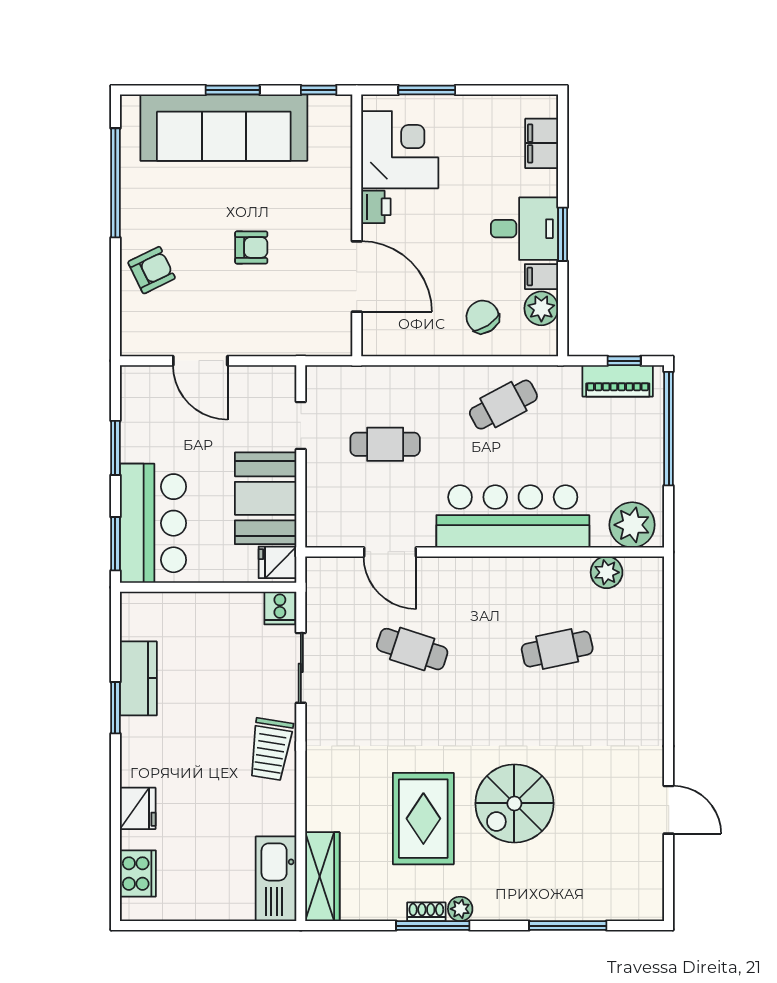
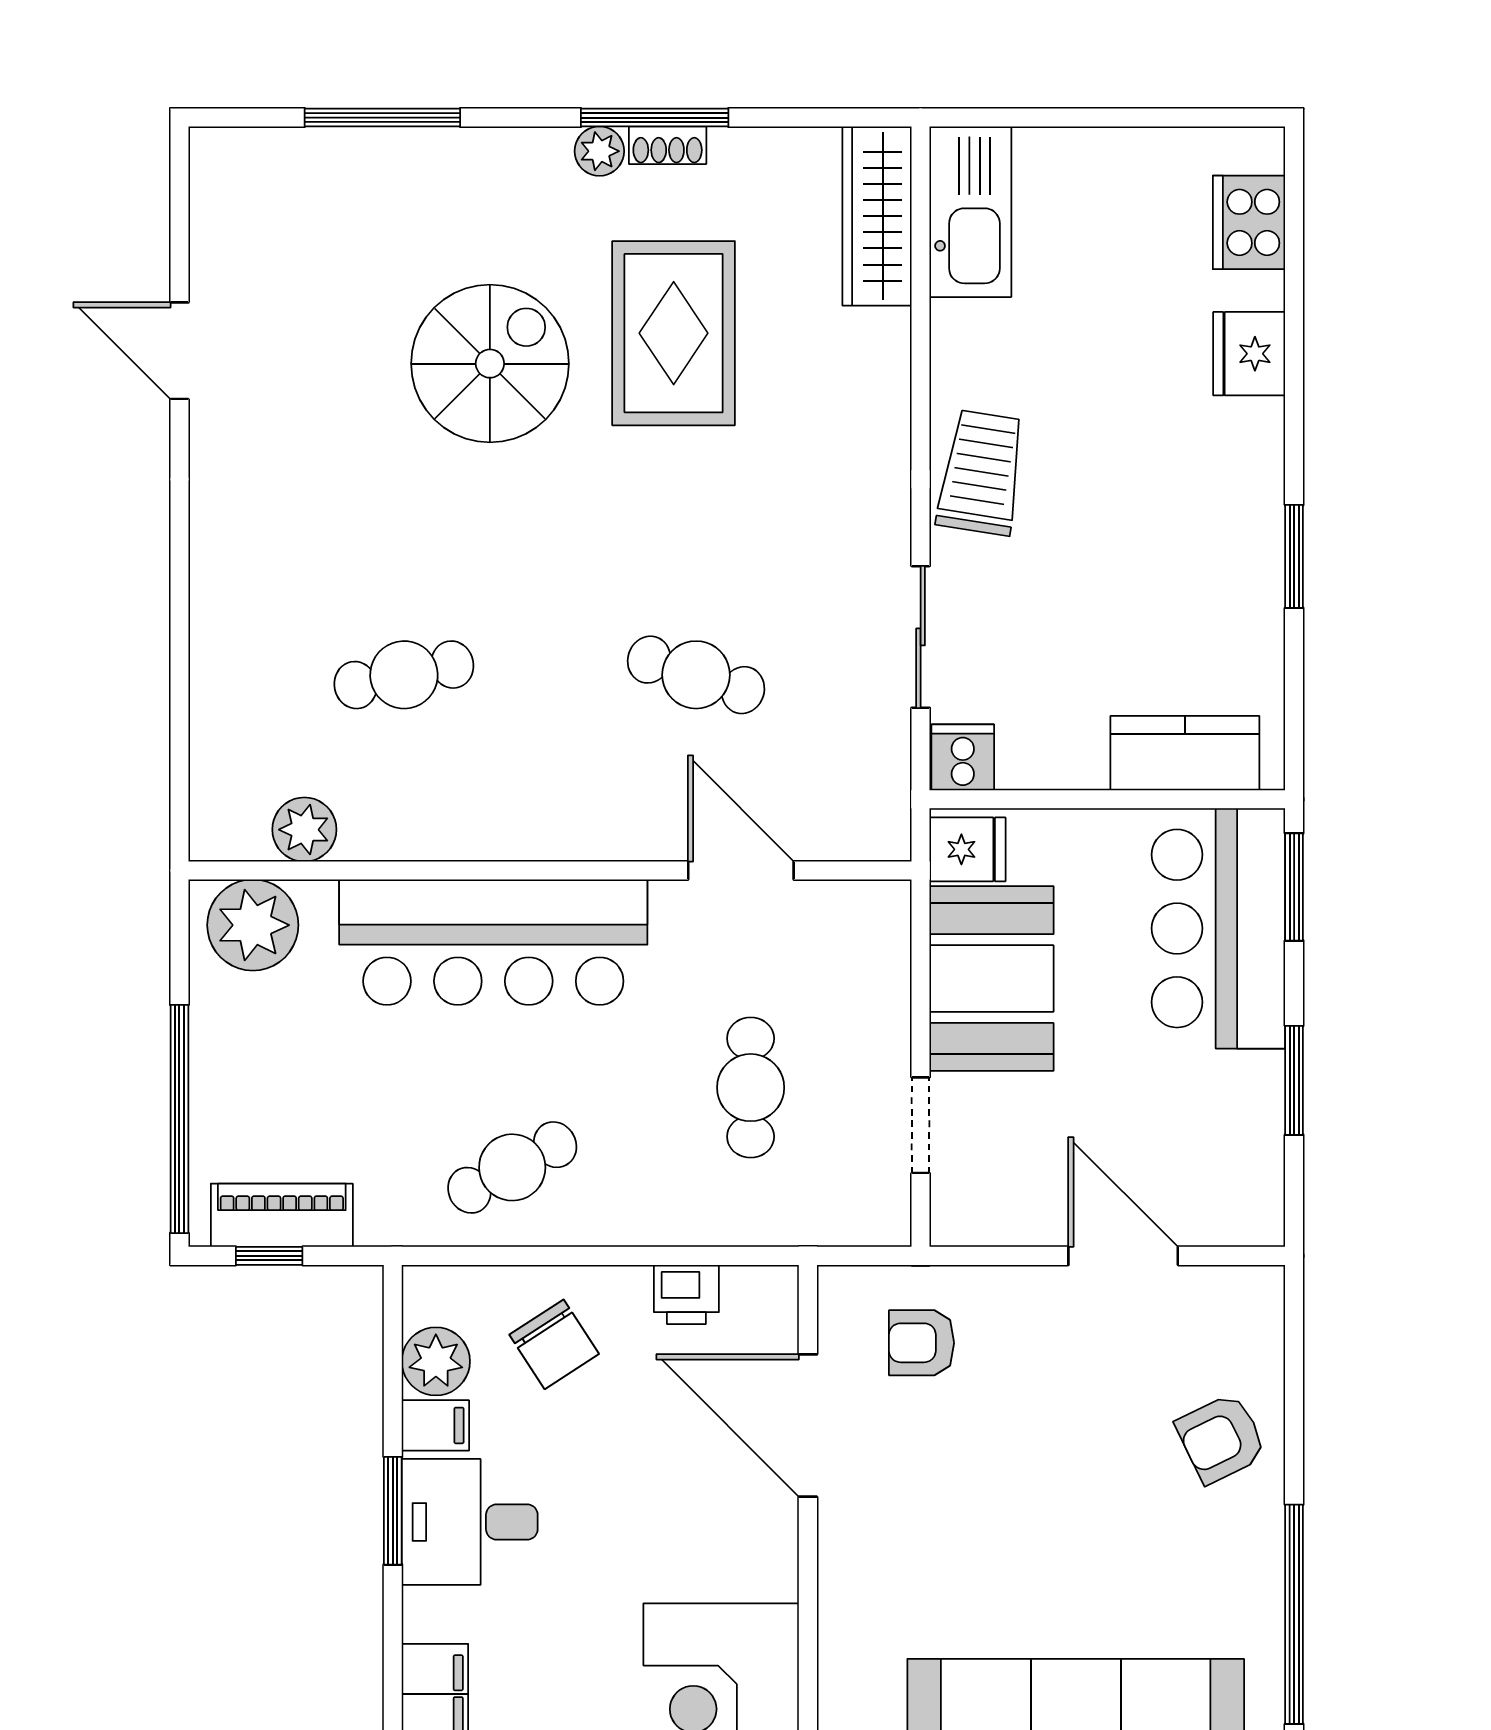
printer: (376, 207) -> (686, 1294), moved, turned -90
armchair: (251, 247) -> (921, 1343), moved
cafe table: (385, 444) -> (751, 1088), turned 90
kitchen counter: (138, 678) -> (1185, 753), moved, turned 90

